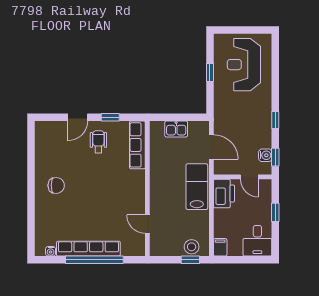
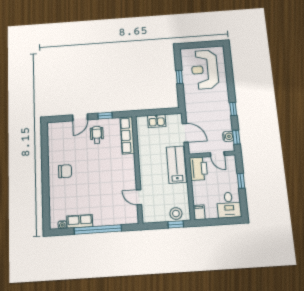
row of seats: (88, 249) -> (80, 221), width x0.50

